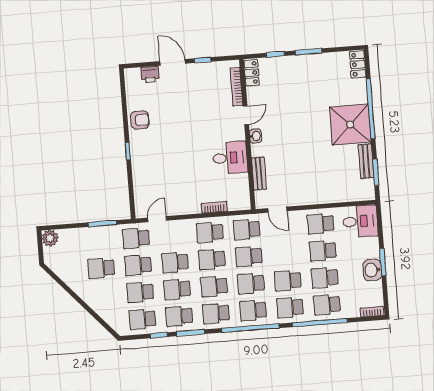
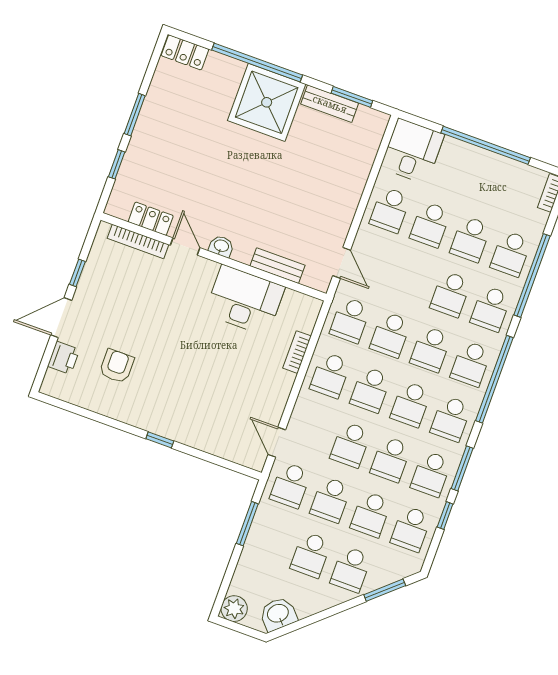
locker: (252, 73) -> (151, 219), moved
armchair: (140, 120) -> (117, 366), moved
desk: (230, 158) -> (245, 300), width x1.37
door: (277, 210) -> (342, 263), hinge flipped
window: (383, 262) -> (486, 145), width x2.11
washbasin: (372, 270) -> (278, 614), moved, turned 138
school desk: (103, 295) -> (351, 569), added
window: (100, 320) -> (385, 590), added

